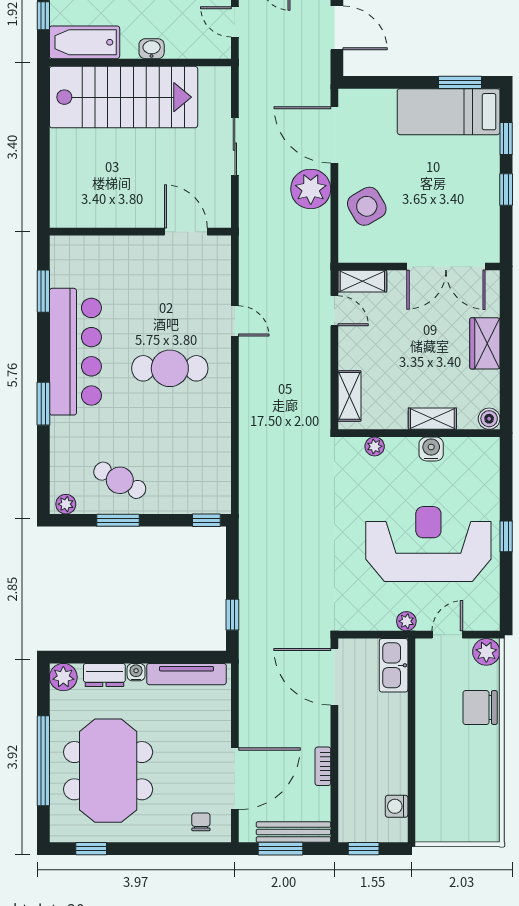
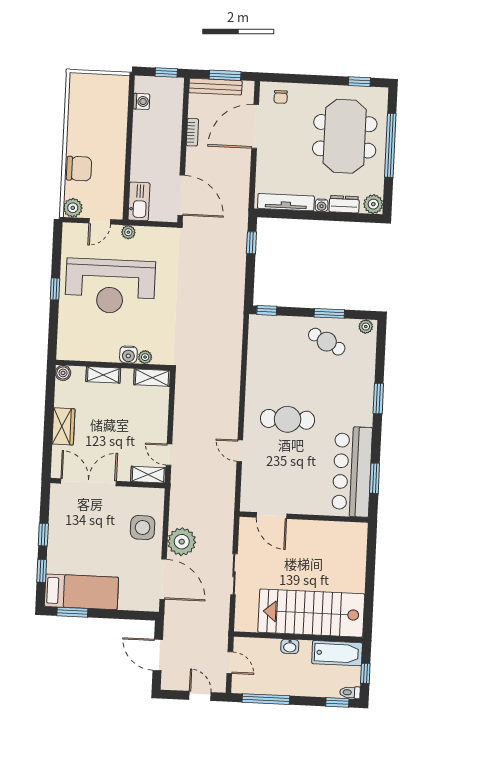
side table: (367, 206) -> (143, 528), turned 30
bar counter: (75, 352) -> (352, 472), moved
shelving: (349, 396) -> (152, 378), moved, turned 90
water cooler: (431, 449) -> (128, 355), moved

